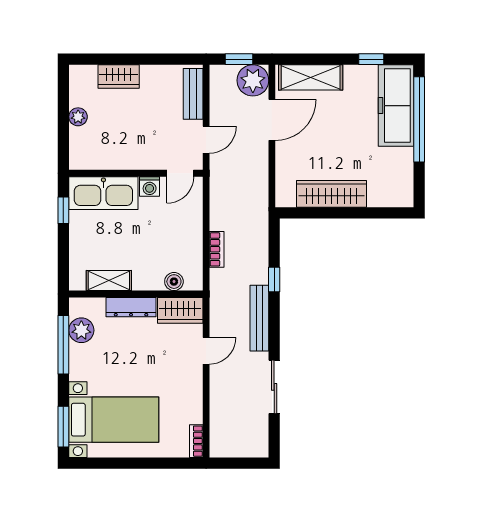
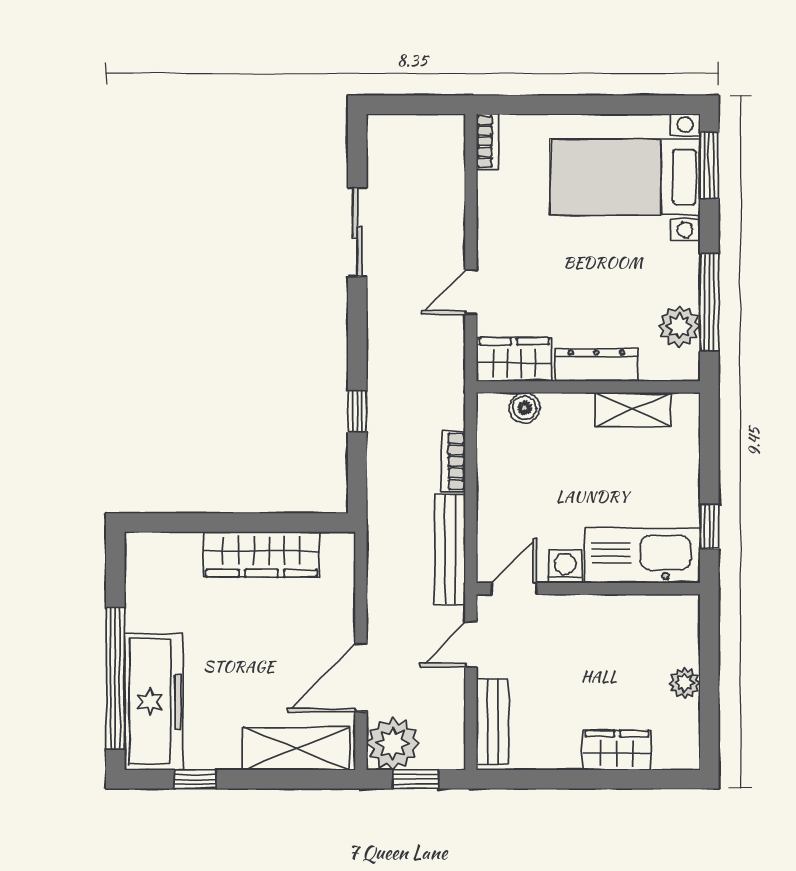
bench: (259, 318) -> (450, 550), moved

